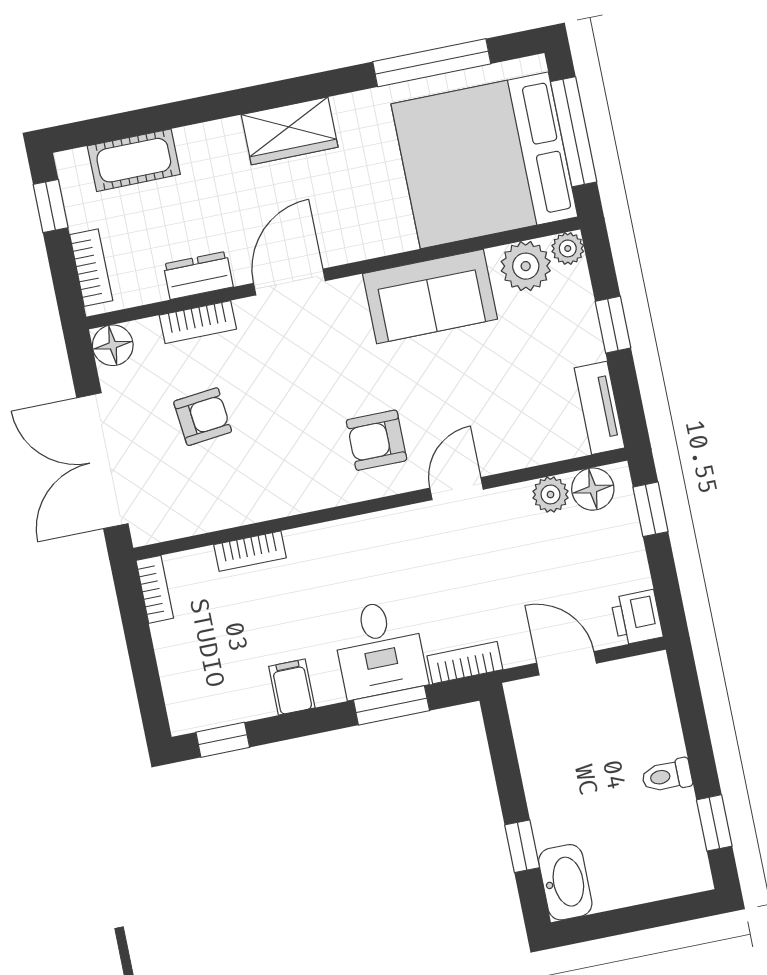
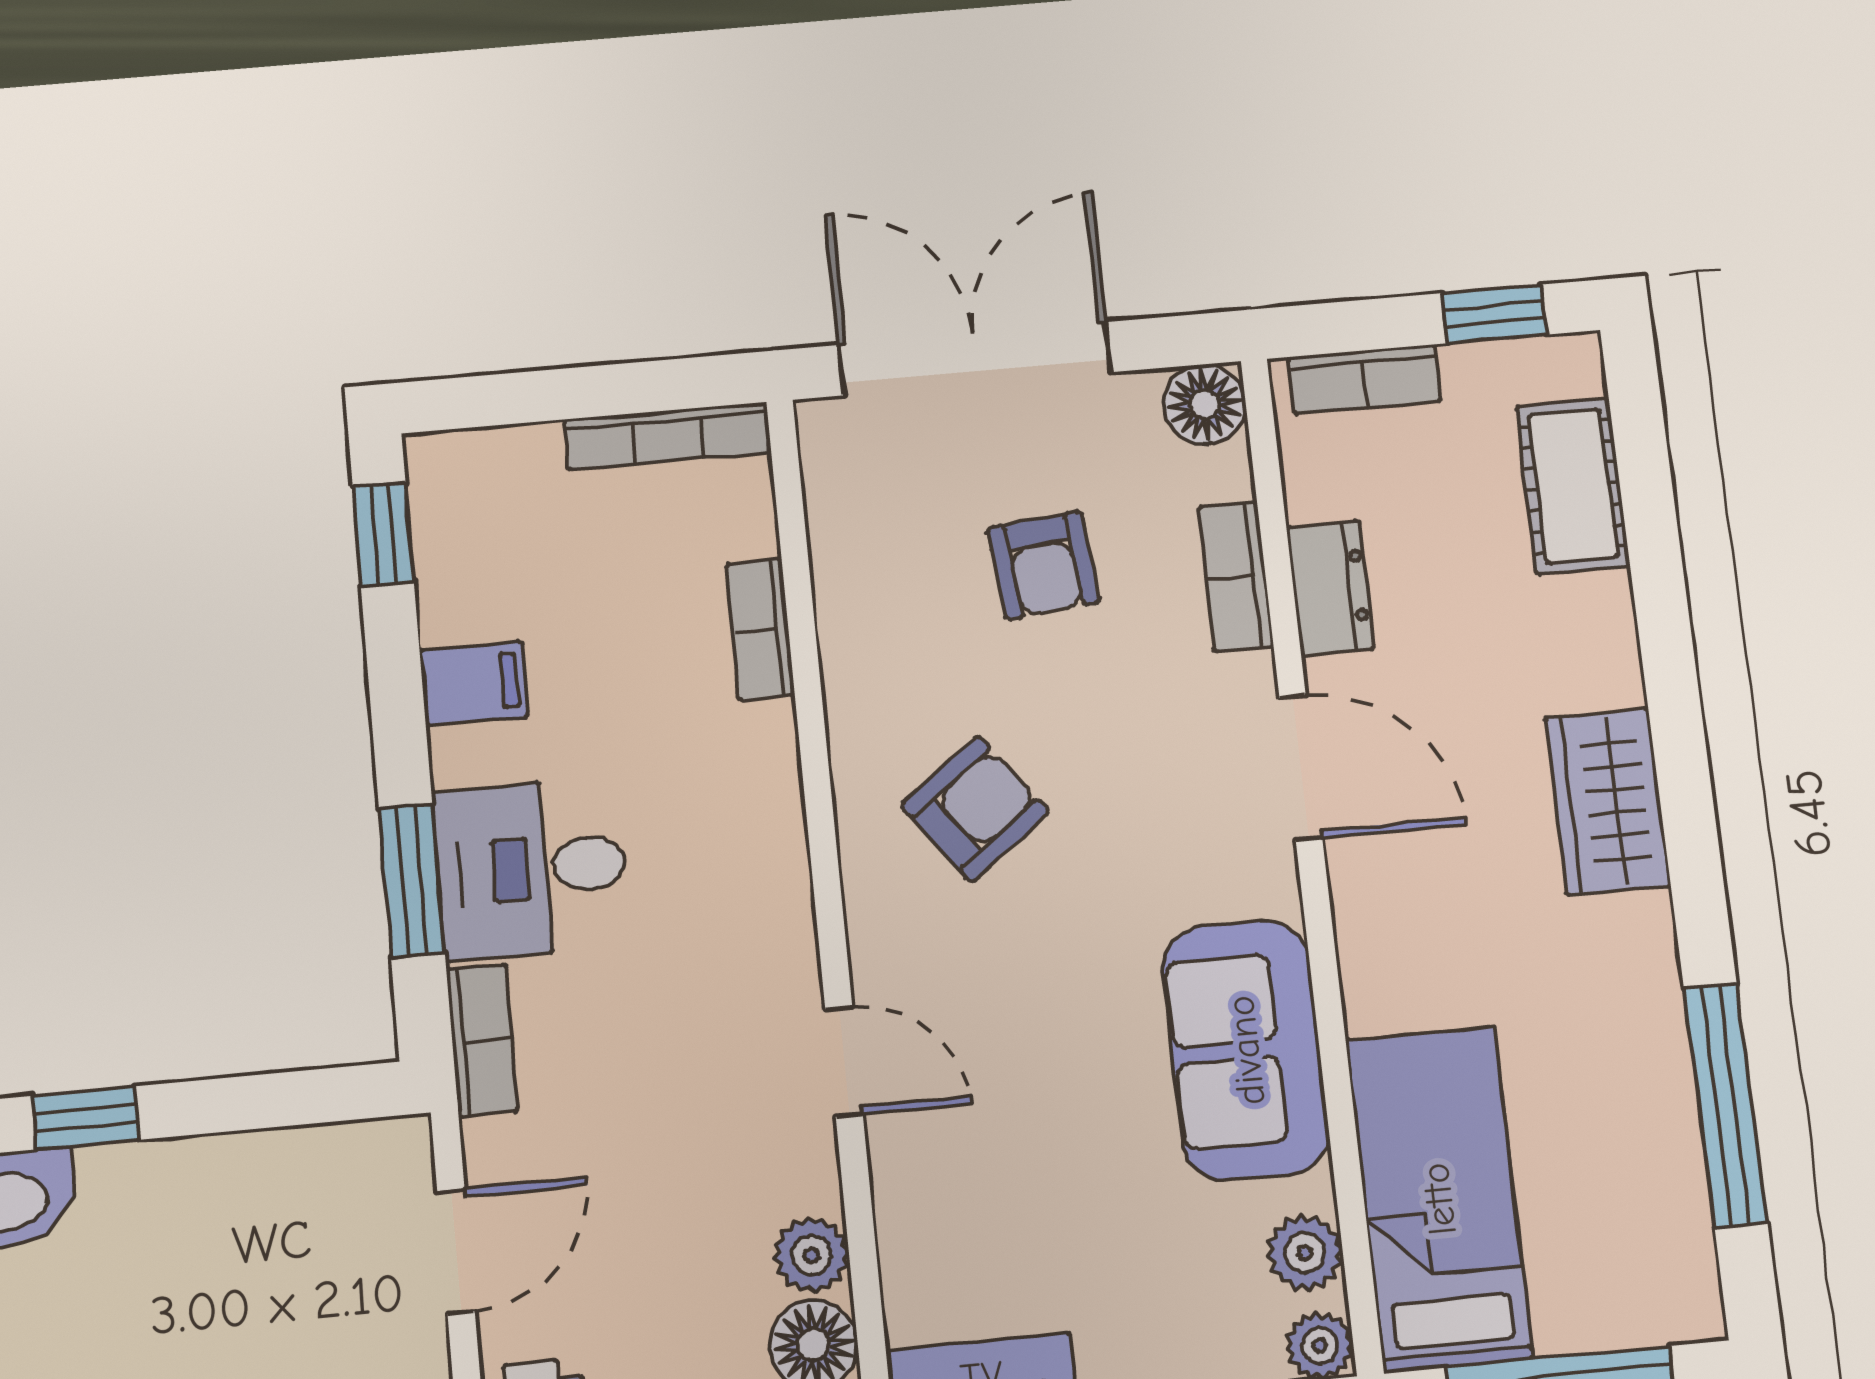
bed: (484, 160) -> (1439, 1199), width x0.49
plant: (526, 266) -> (1305, 1253), width x0.73, depth x0.73
armchair: (377, 440) -> (975, 809), moved, turned 53
bookcase: (155, 589) -> (668, 436), width x1.56

